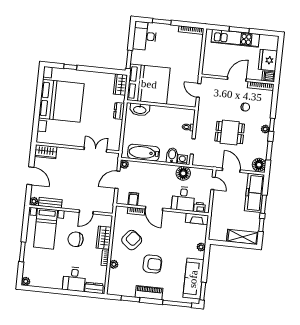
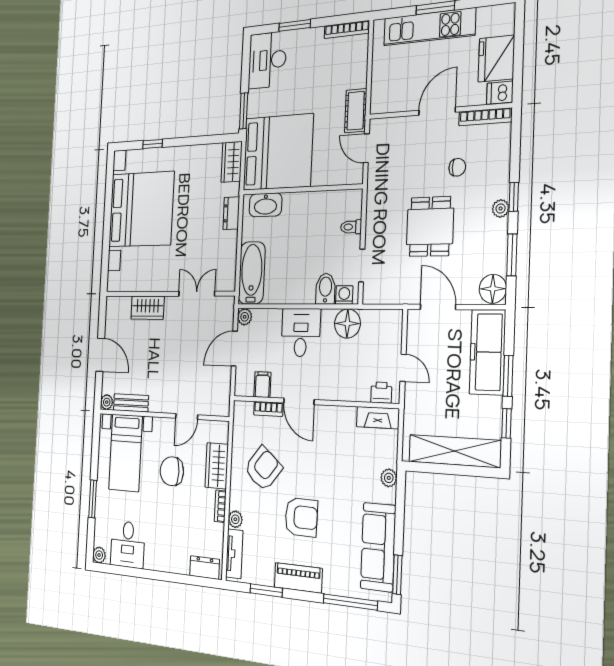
cot: (194, 71) -> (356, 111), added
dining table: (230, 133) -> (430, 227), turned 90
wardrobe: (46, 152) -> (148, 308), moved
bathtub: (144, 153) -> (252, 273), moved, turned 90
door: (213, 183) -> (403, 368), moved
desk: (183, 199) -> (301, 333), moved, turned 180
shelving: (243, 237) -> (455, 451), width x1.47
desk: (74, 279) -> (128, 544), moved
tv unit: (112, 281) -> (234, 554), added

